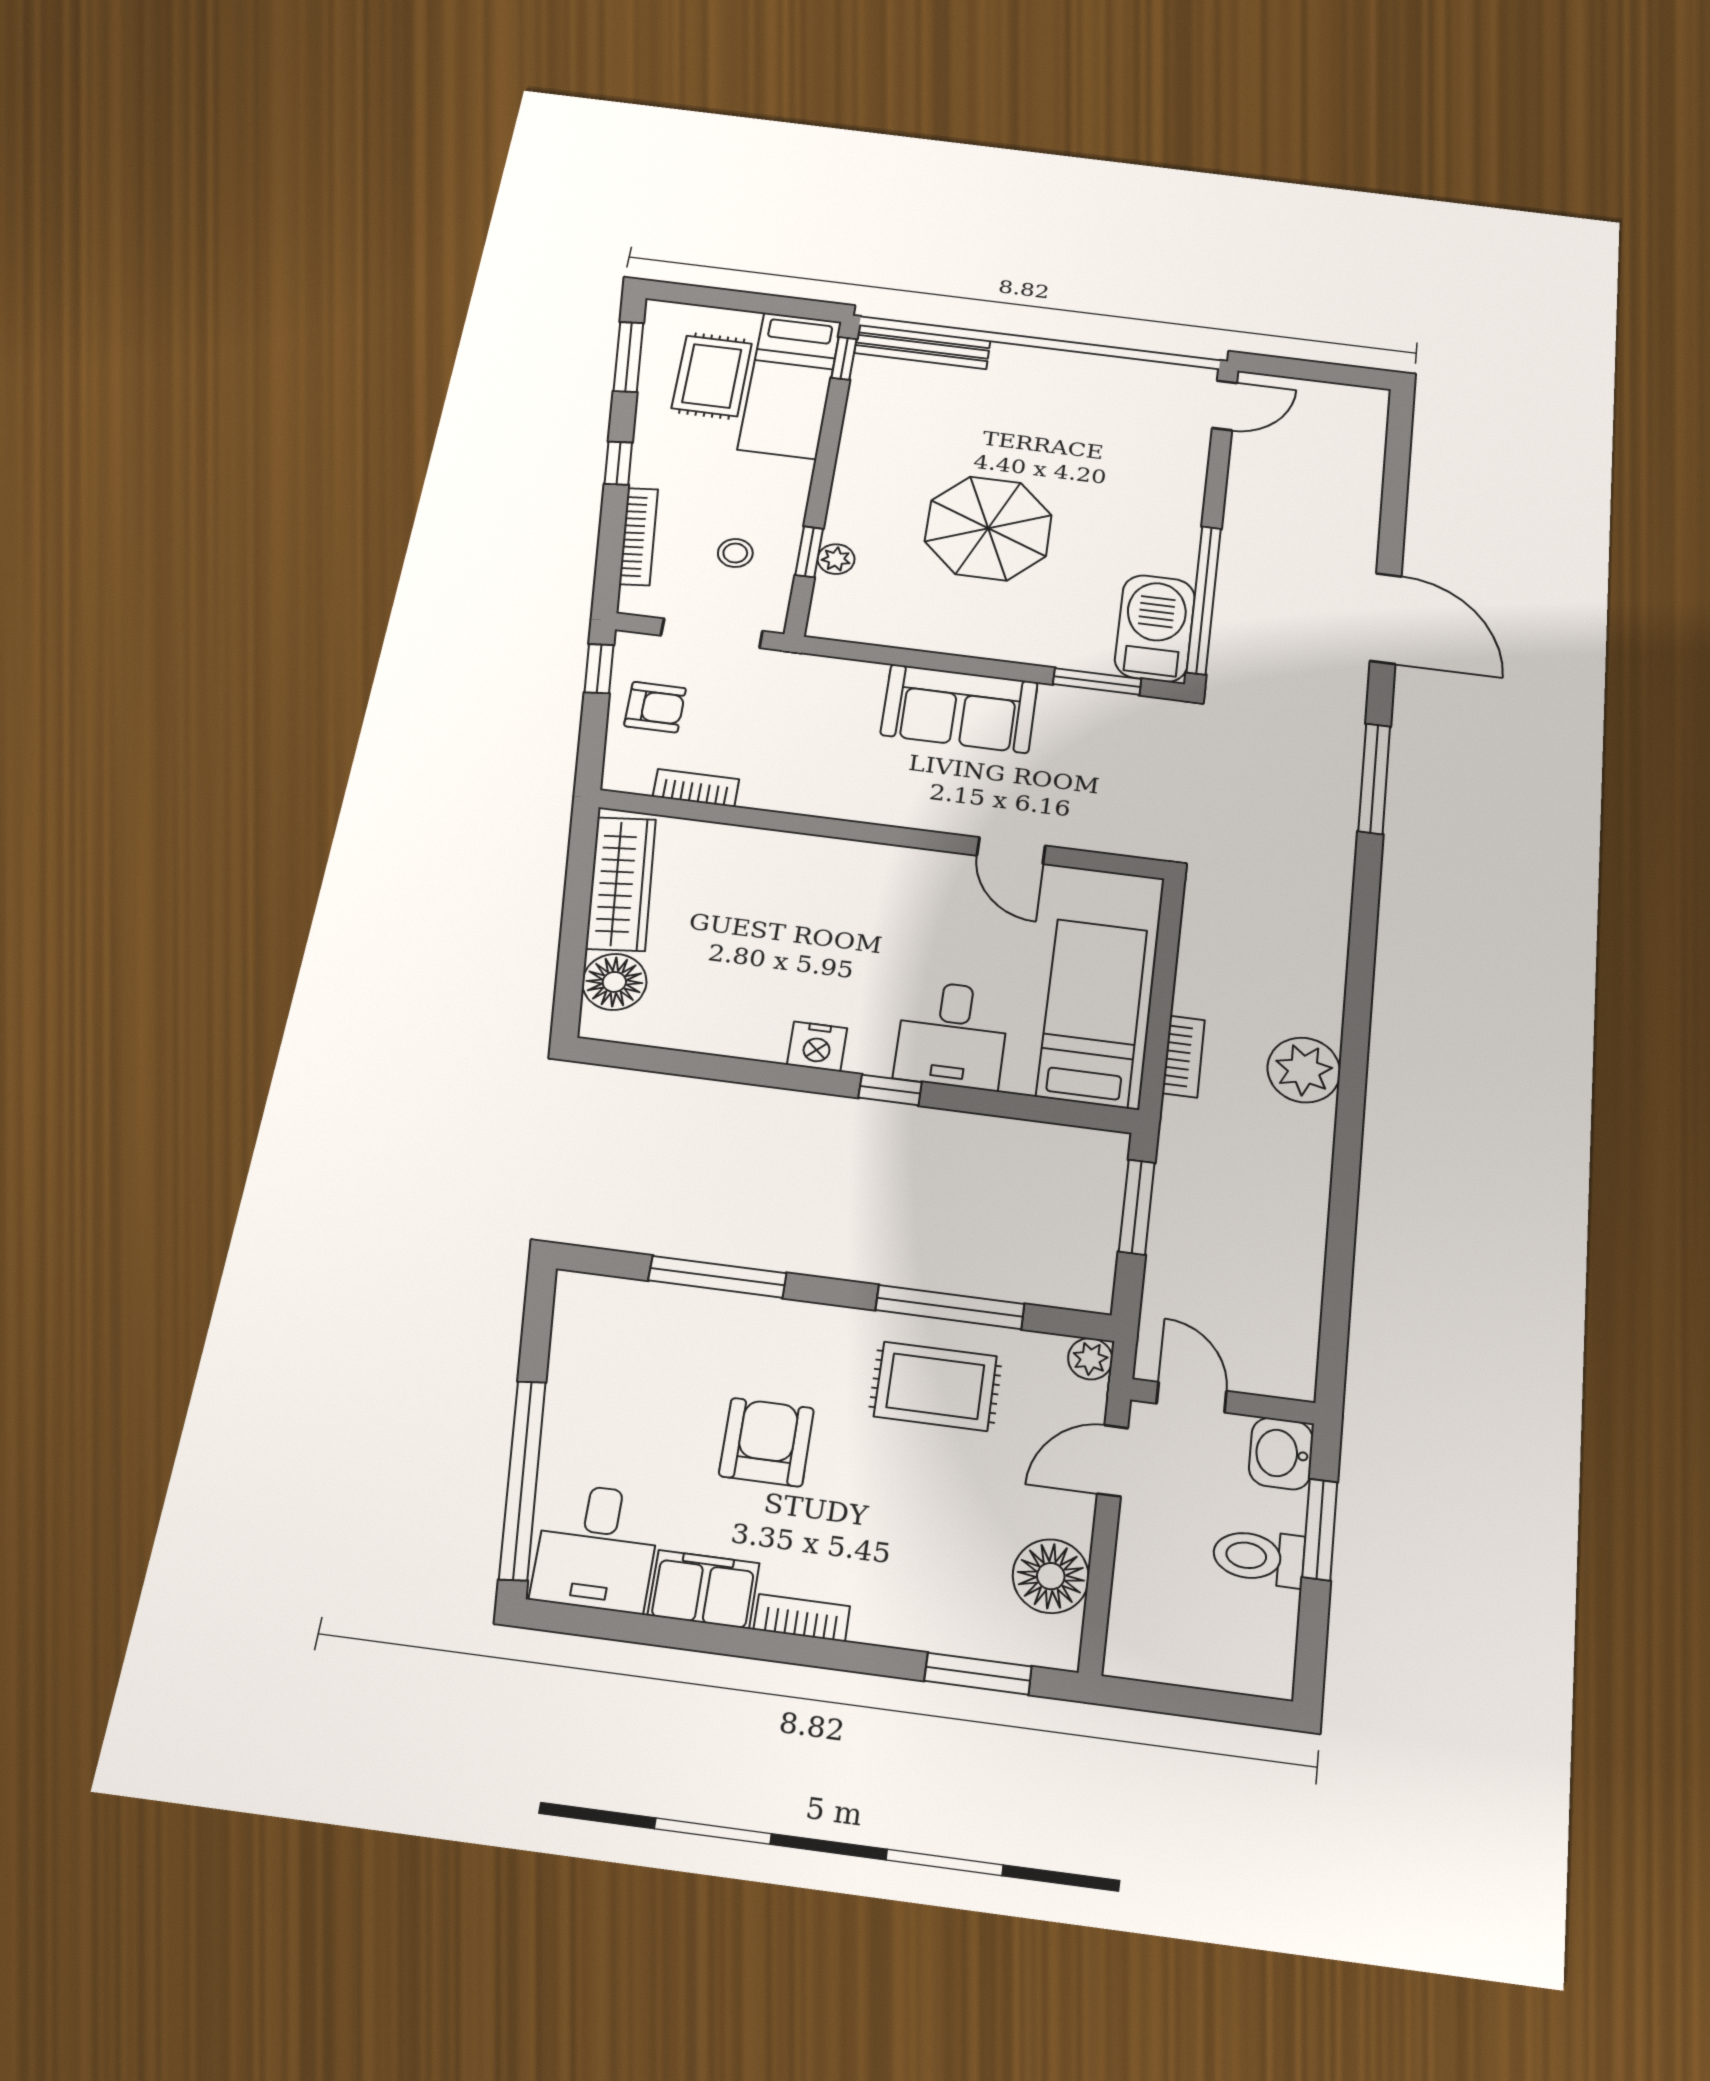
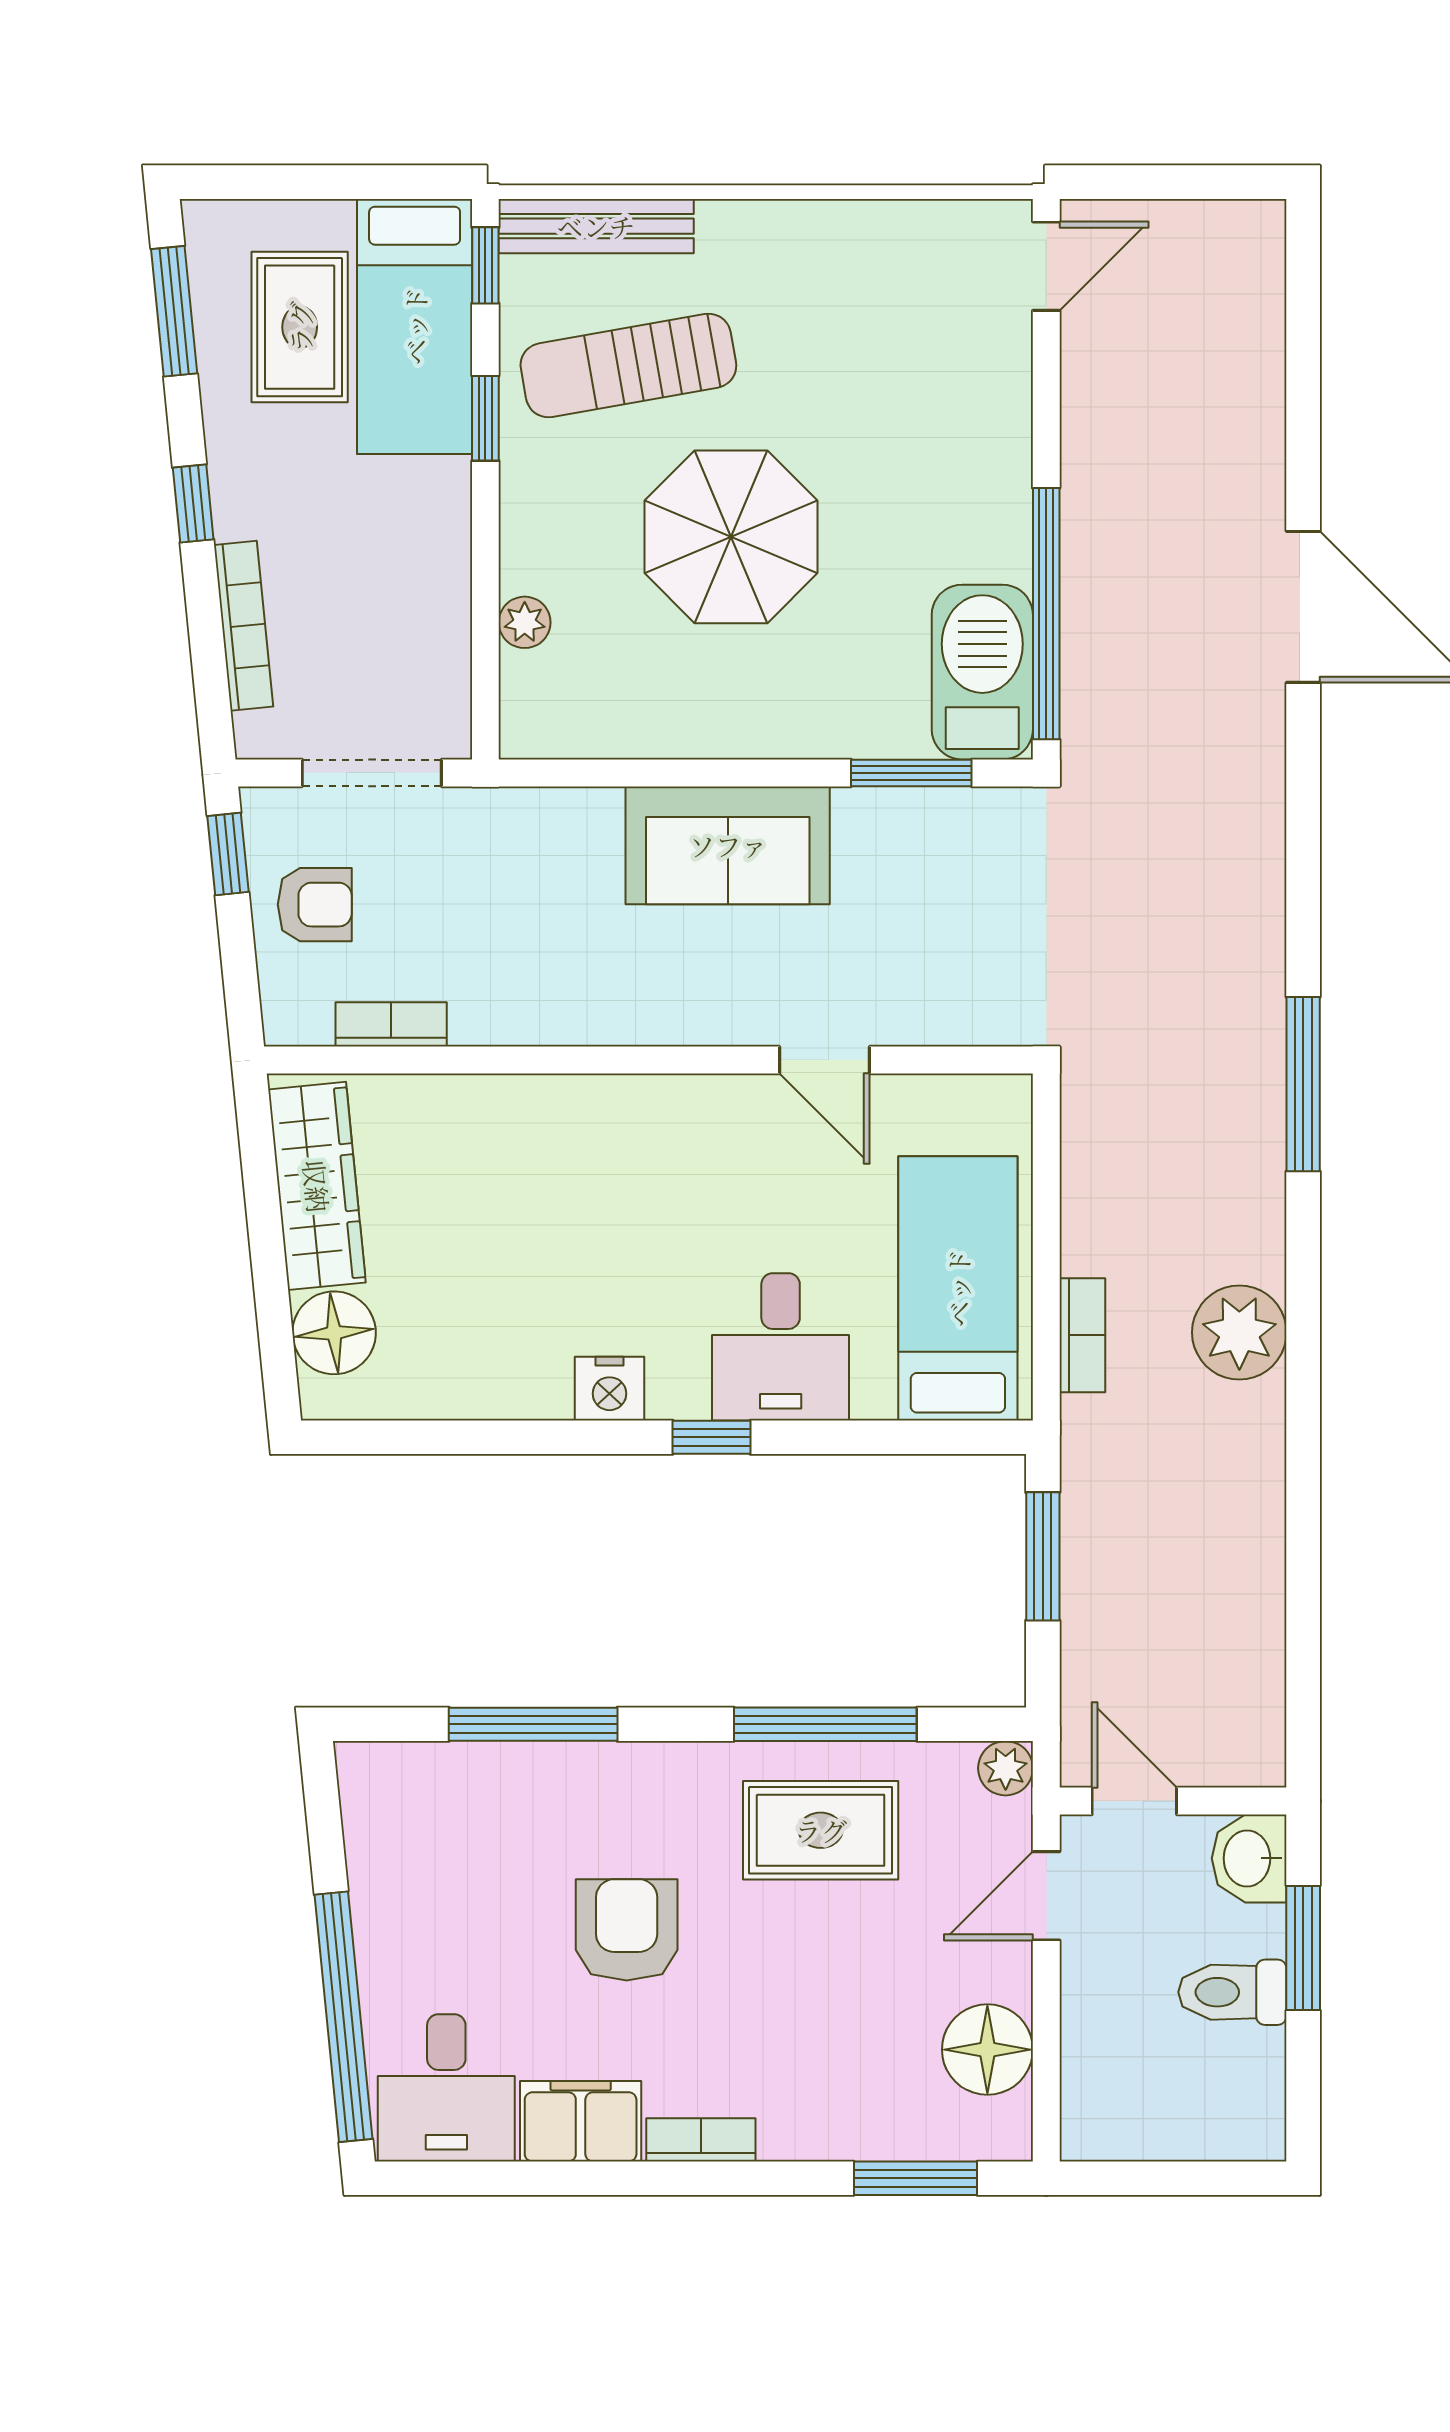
sun lounger: (932, 424) -> (628, 366), added
window: (809, 552) -> (485, 418), moved
stool: (735, 553) -> (383, 633), removed
window: (1374, 779) -> (1303, 1084), moved

